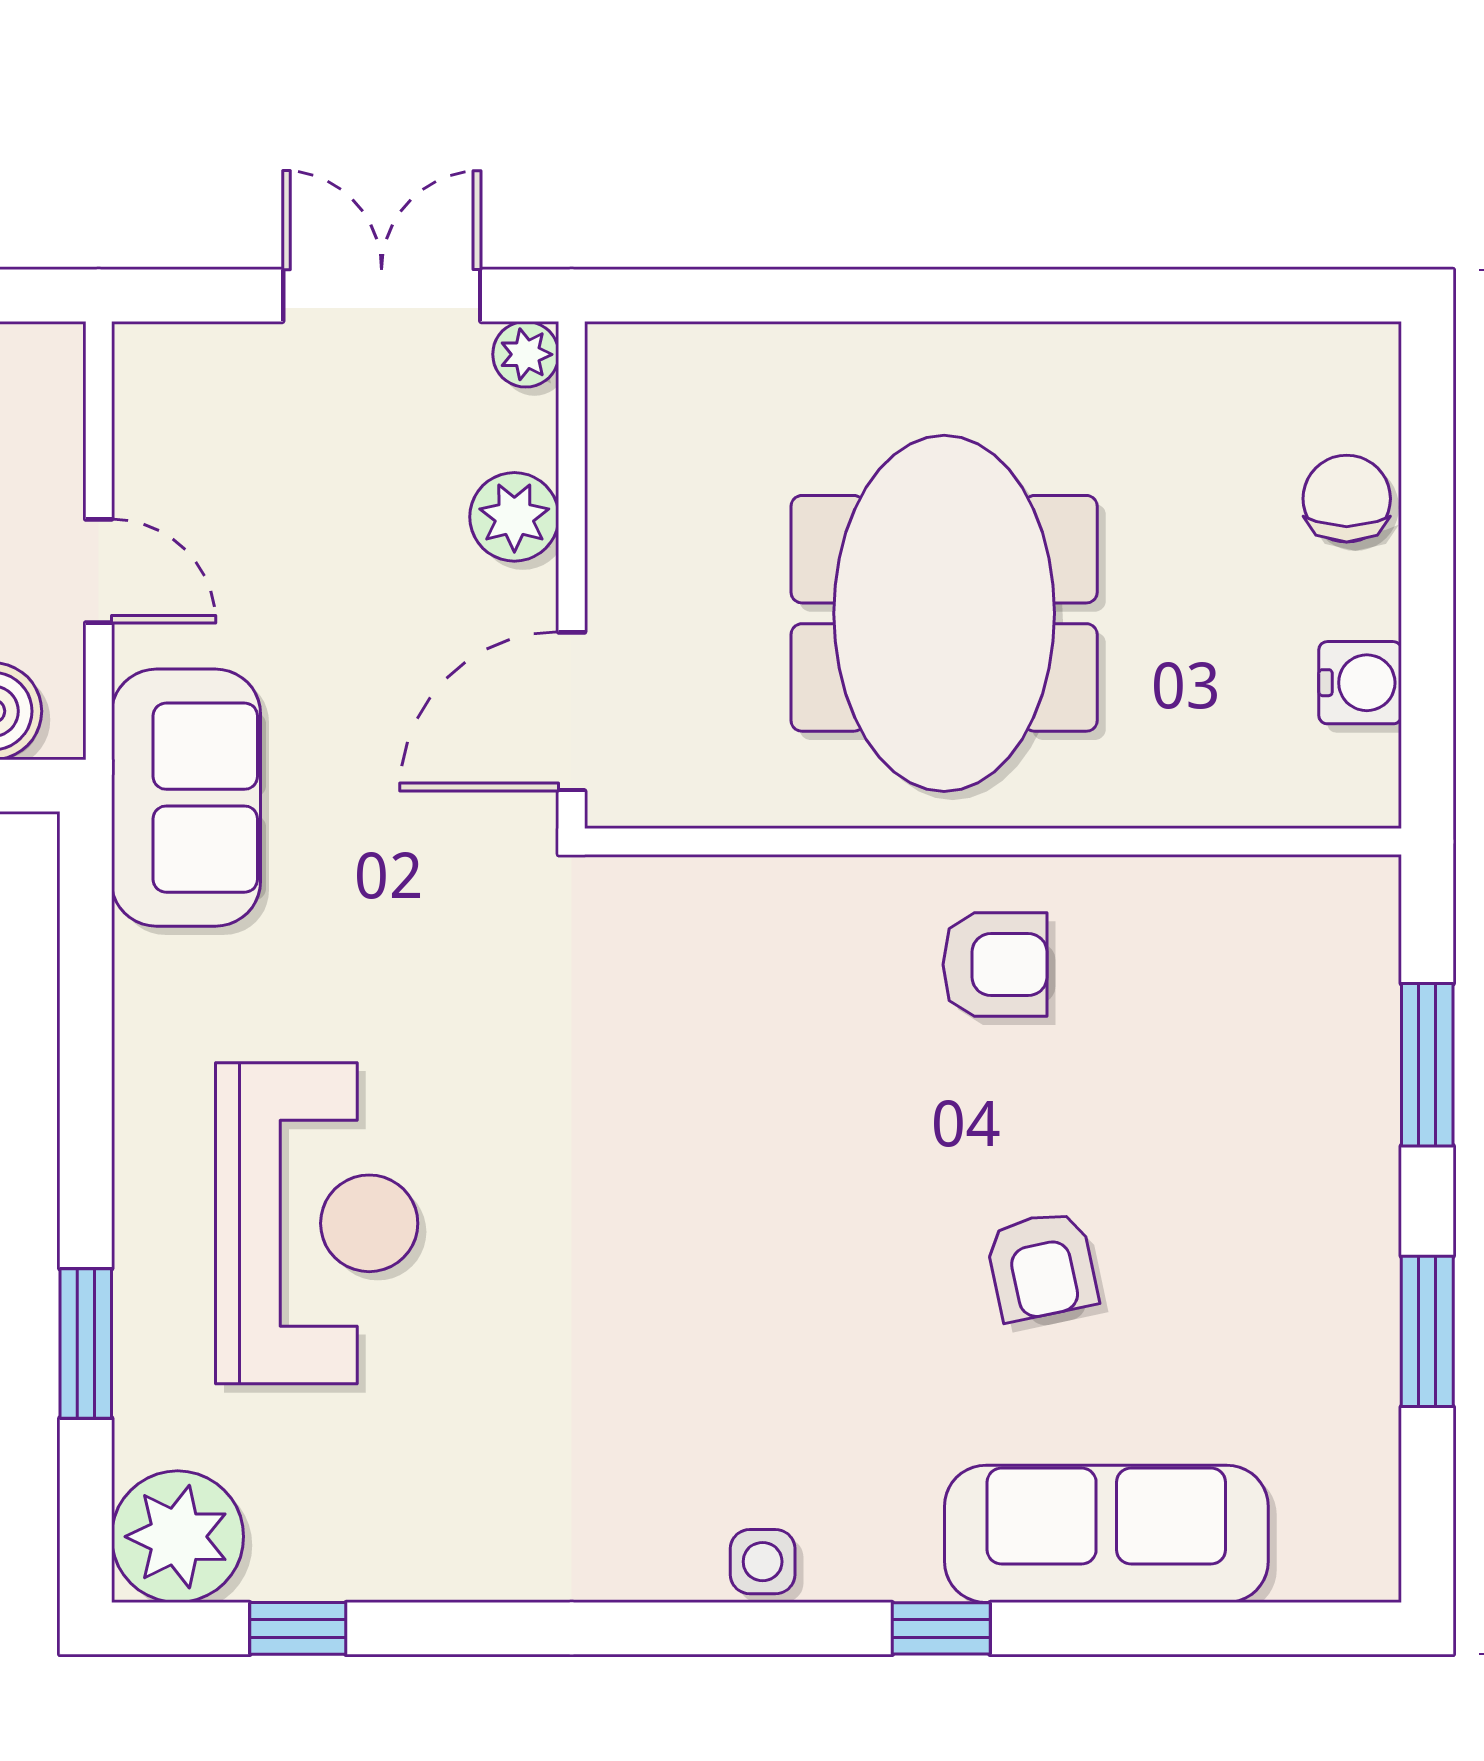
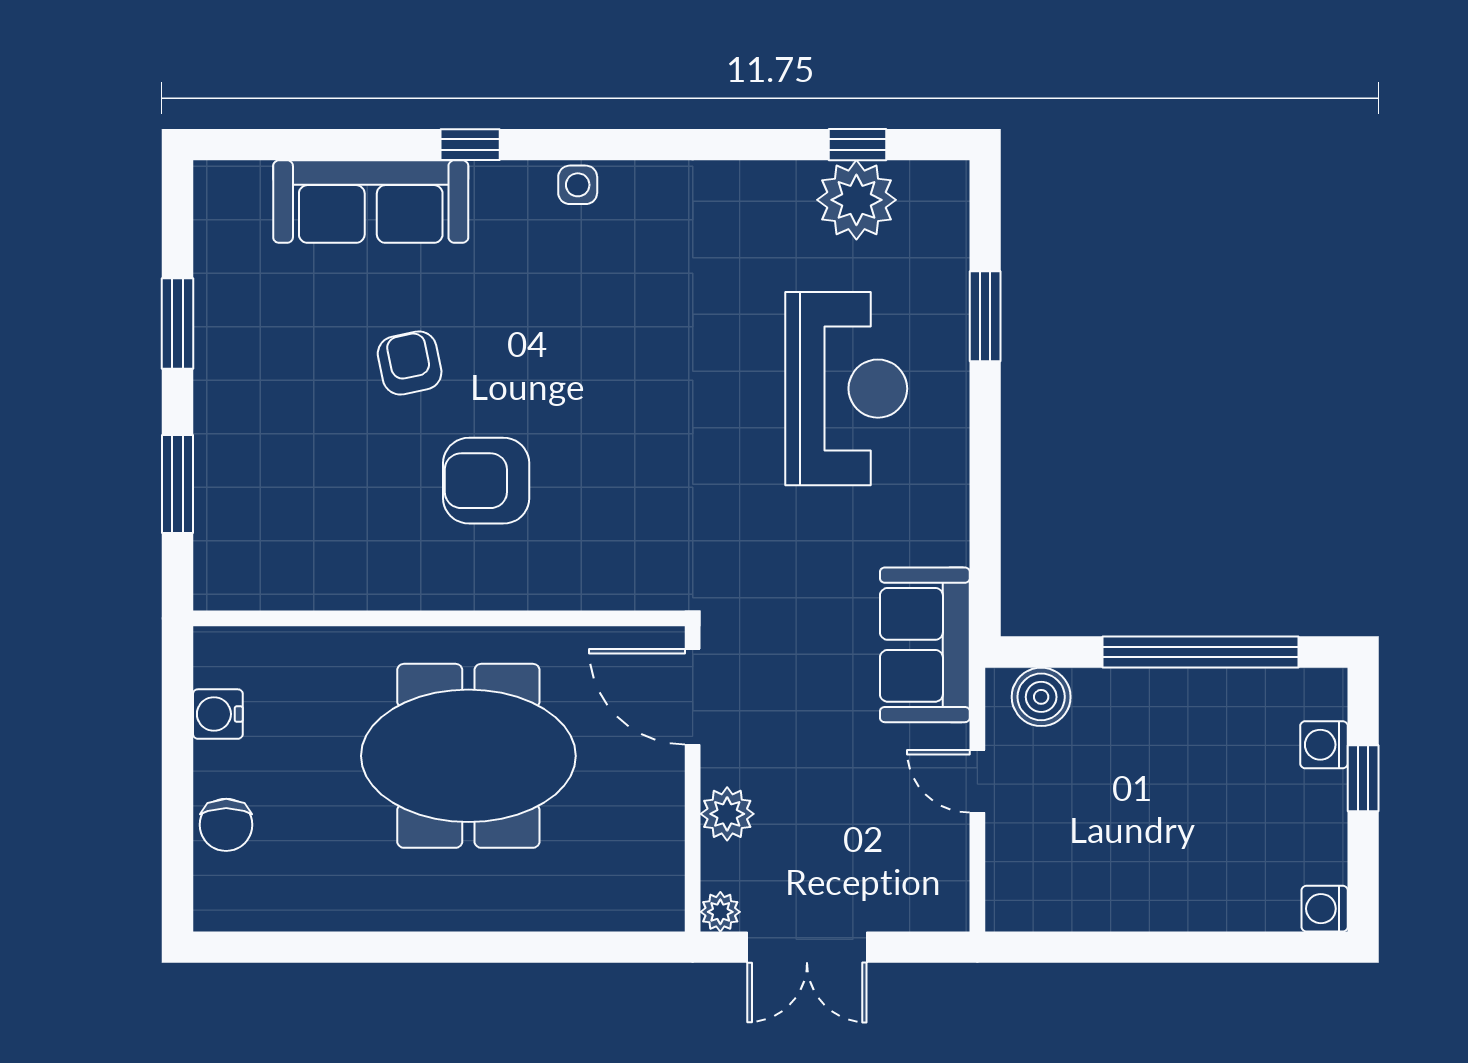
meeting table: (944, 613) -> (468, 756), turned 90
door: (572, 711) -> (693, 697), swing flipped
armchair: (995, 965) -> (486, 481), moved, width x1.38, depth x1.38
reception desk: (317, 1223) -> (846, 389), turned 180
plant: (178, 1537) -> (856, 200), moved

